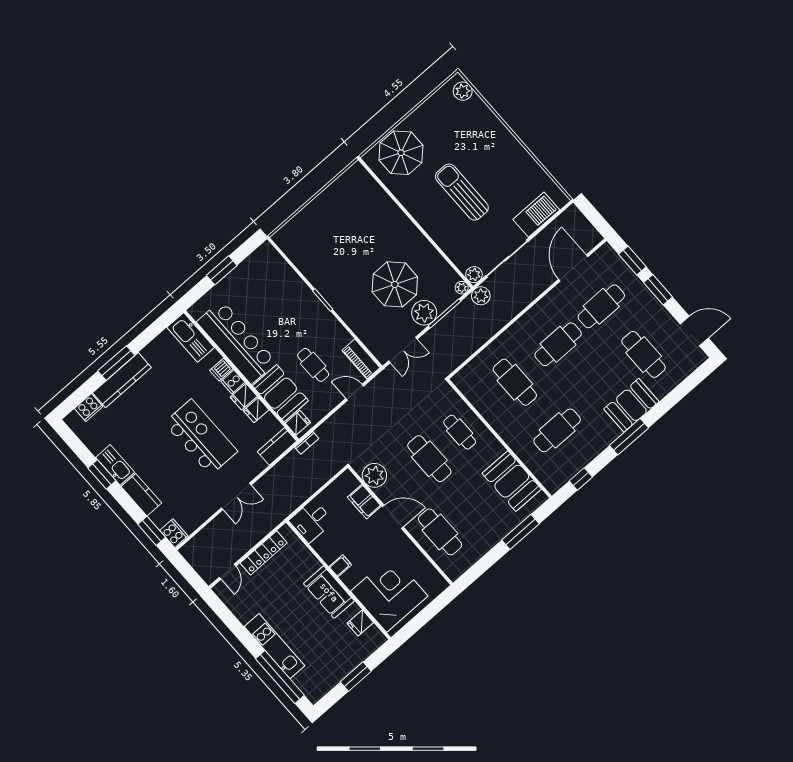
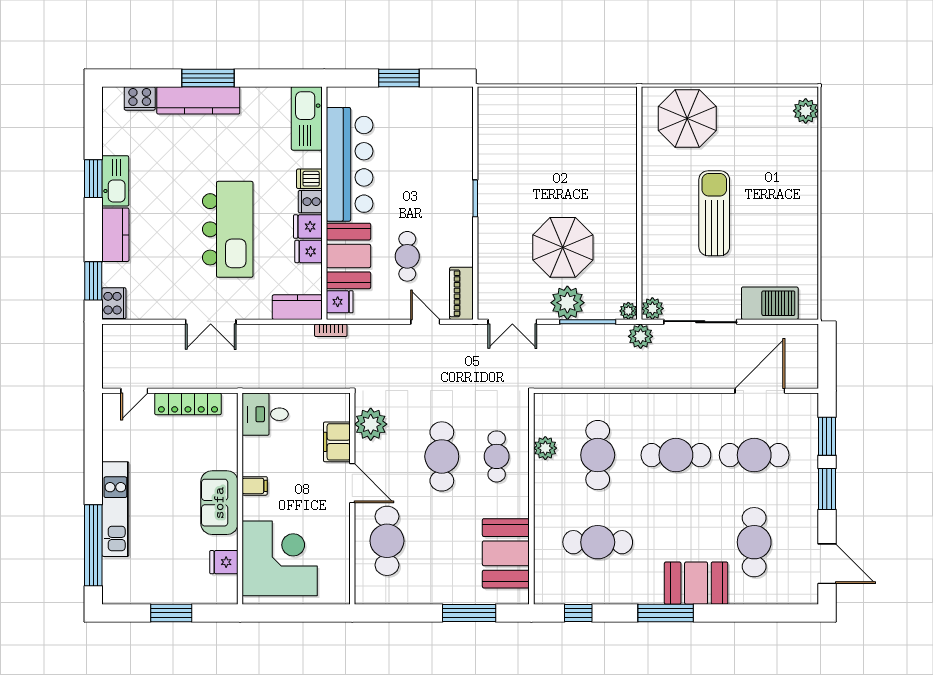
plant: (482, 404) -> (545, 448), added

